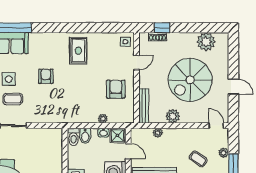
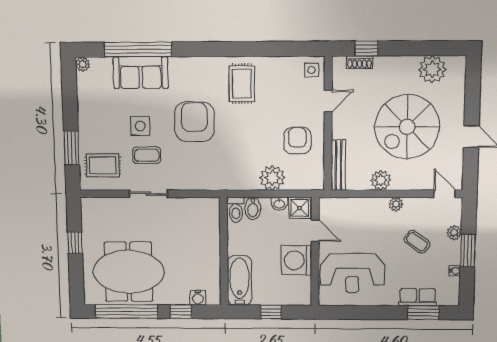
armchair: (46, 76) -> (194, 122), width x1.88, depth x1.88
plant: (103, 119) -> (272, 178), width x1.87, depth x1.87
plant: (158, 133) -> (396, 204), moved

